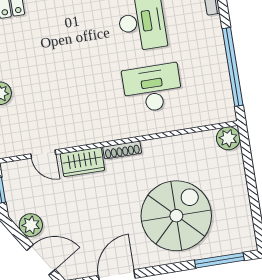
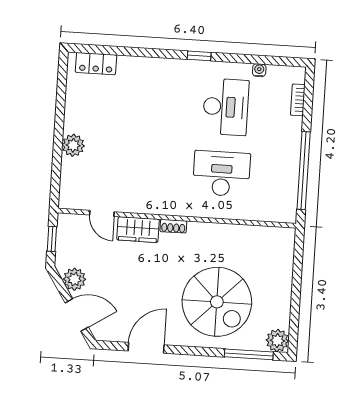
plant: (228, 138) -> (277, 341), moved
shoe rack: (122, 150) -> (173, 226), width x0.70
spiral stairs: (176, 216) -> (217, 302), turned 90

